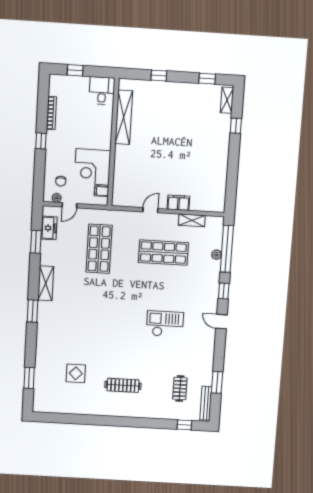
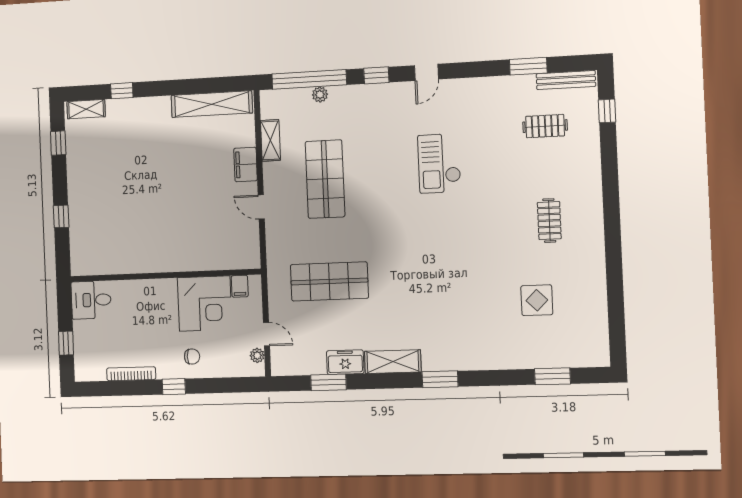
shelving: (124, 117) -> (212, 104), moved
chair: (61, 181) -> (192, 357), moved
freezer: (49, 228) -> (345, 362), moved
clothes rail: (123, 385) -> (549, 221), width x0.73

